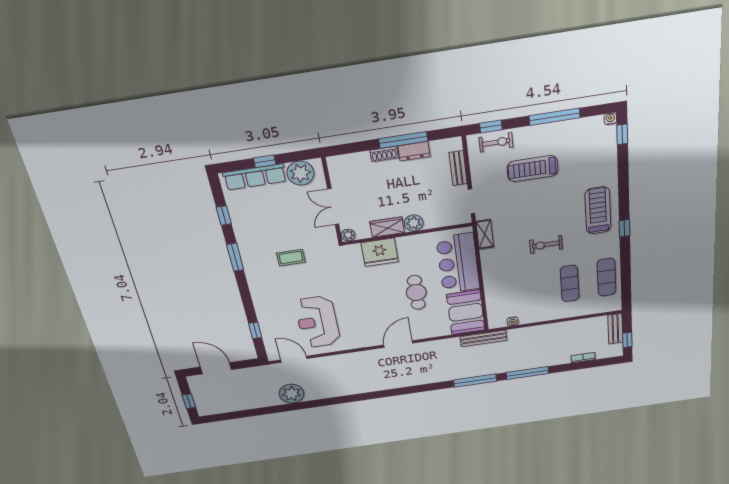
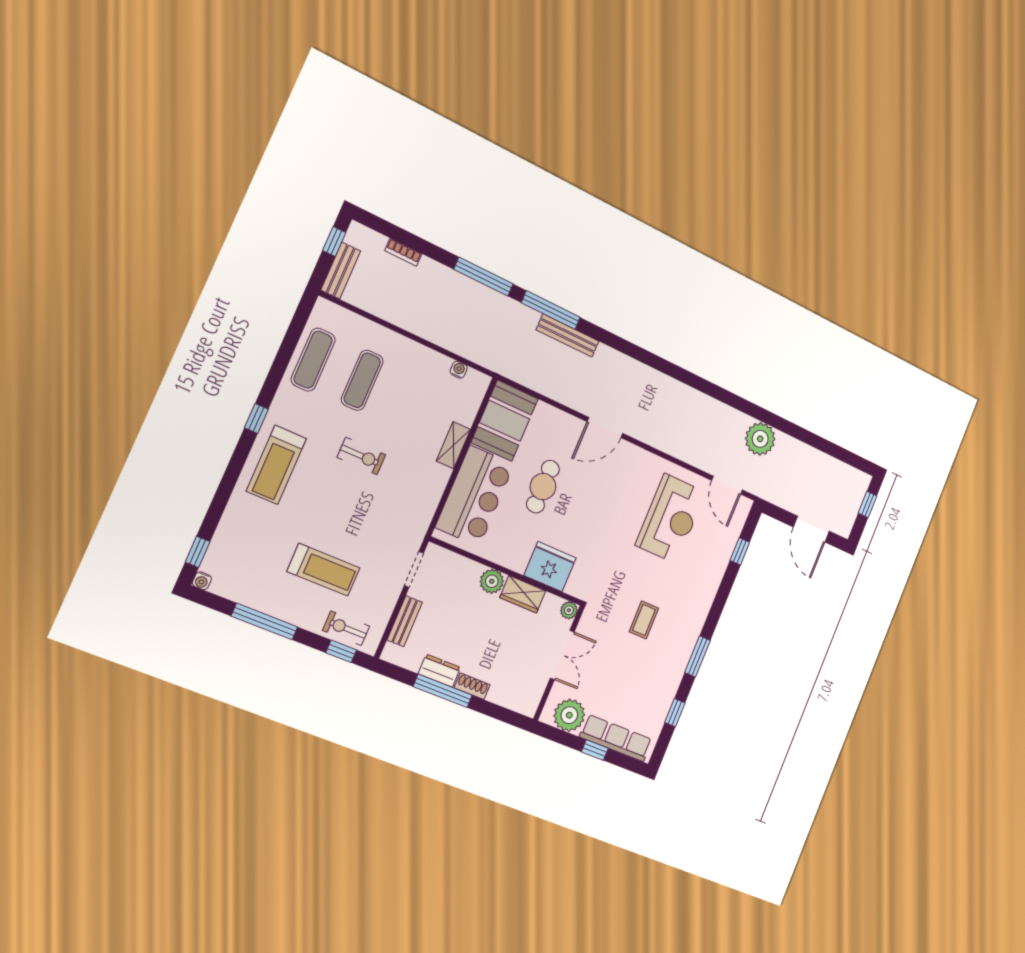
shelving: (485, 234) -> (453, 445), moved
coffee table: (291, 258) -> (644, 620), turned 90
bench: (484, 338) -> (568, 335), moved

